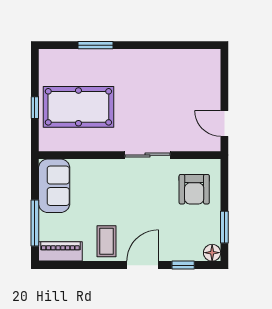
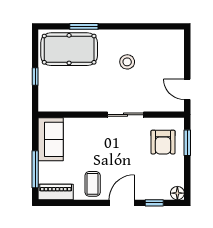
stool: (149, 89) -> (127, 62), added
pool table: (78, 107) -> (69, 49), moved
window: (224, 227) -> (187, 143), moved

